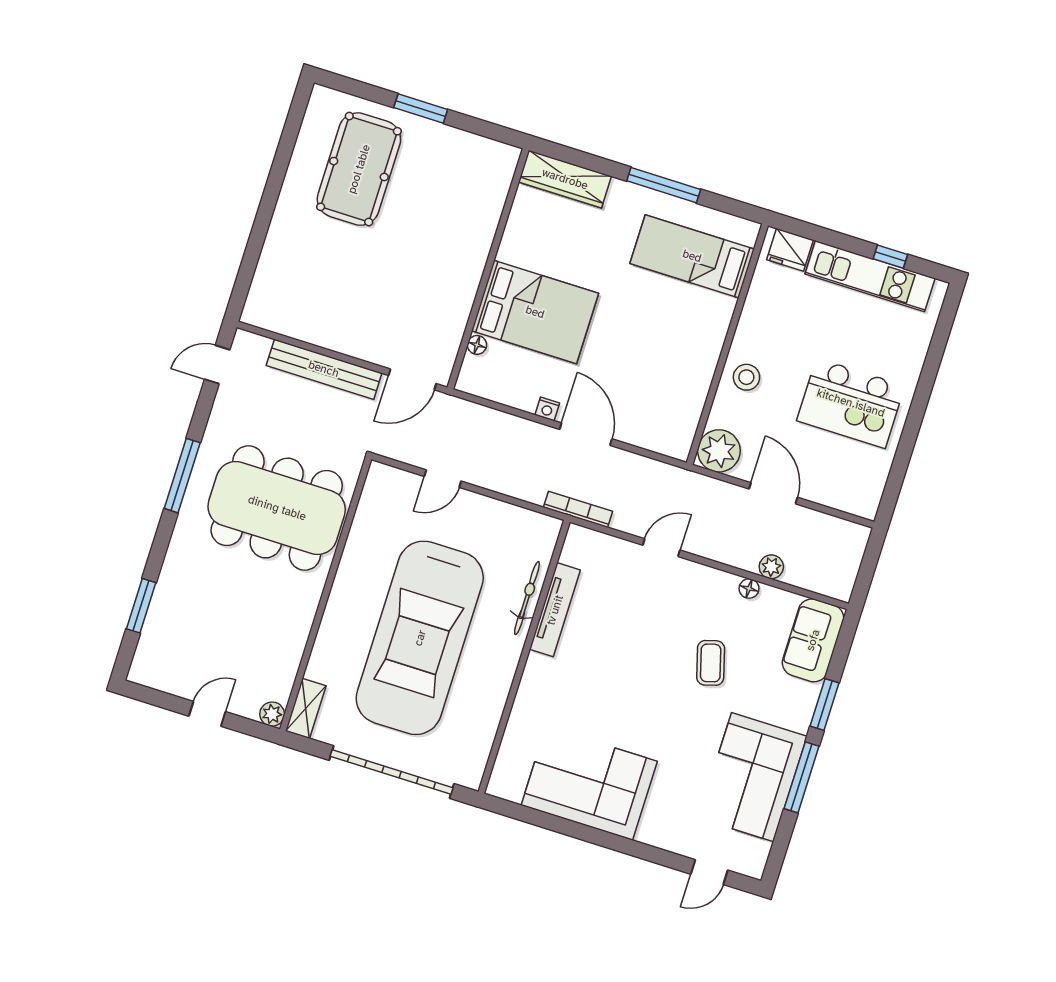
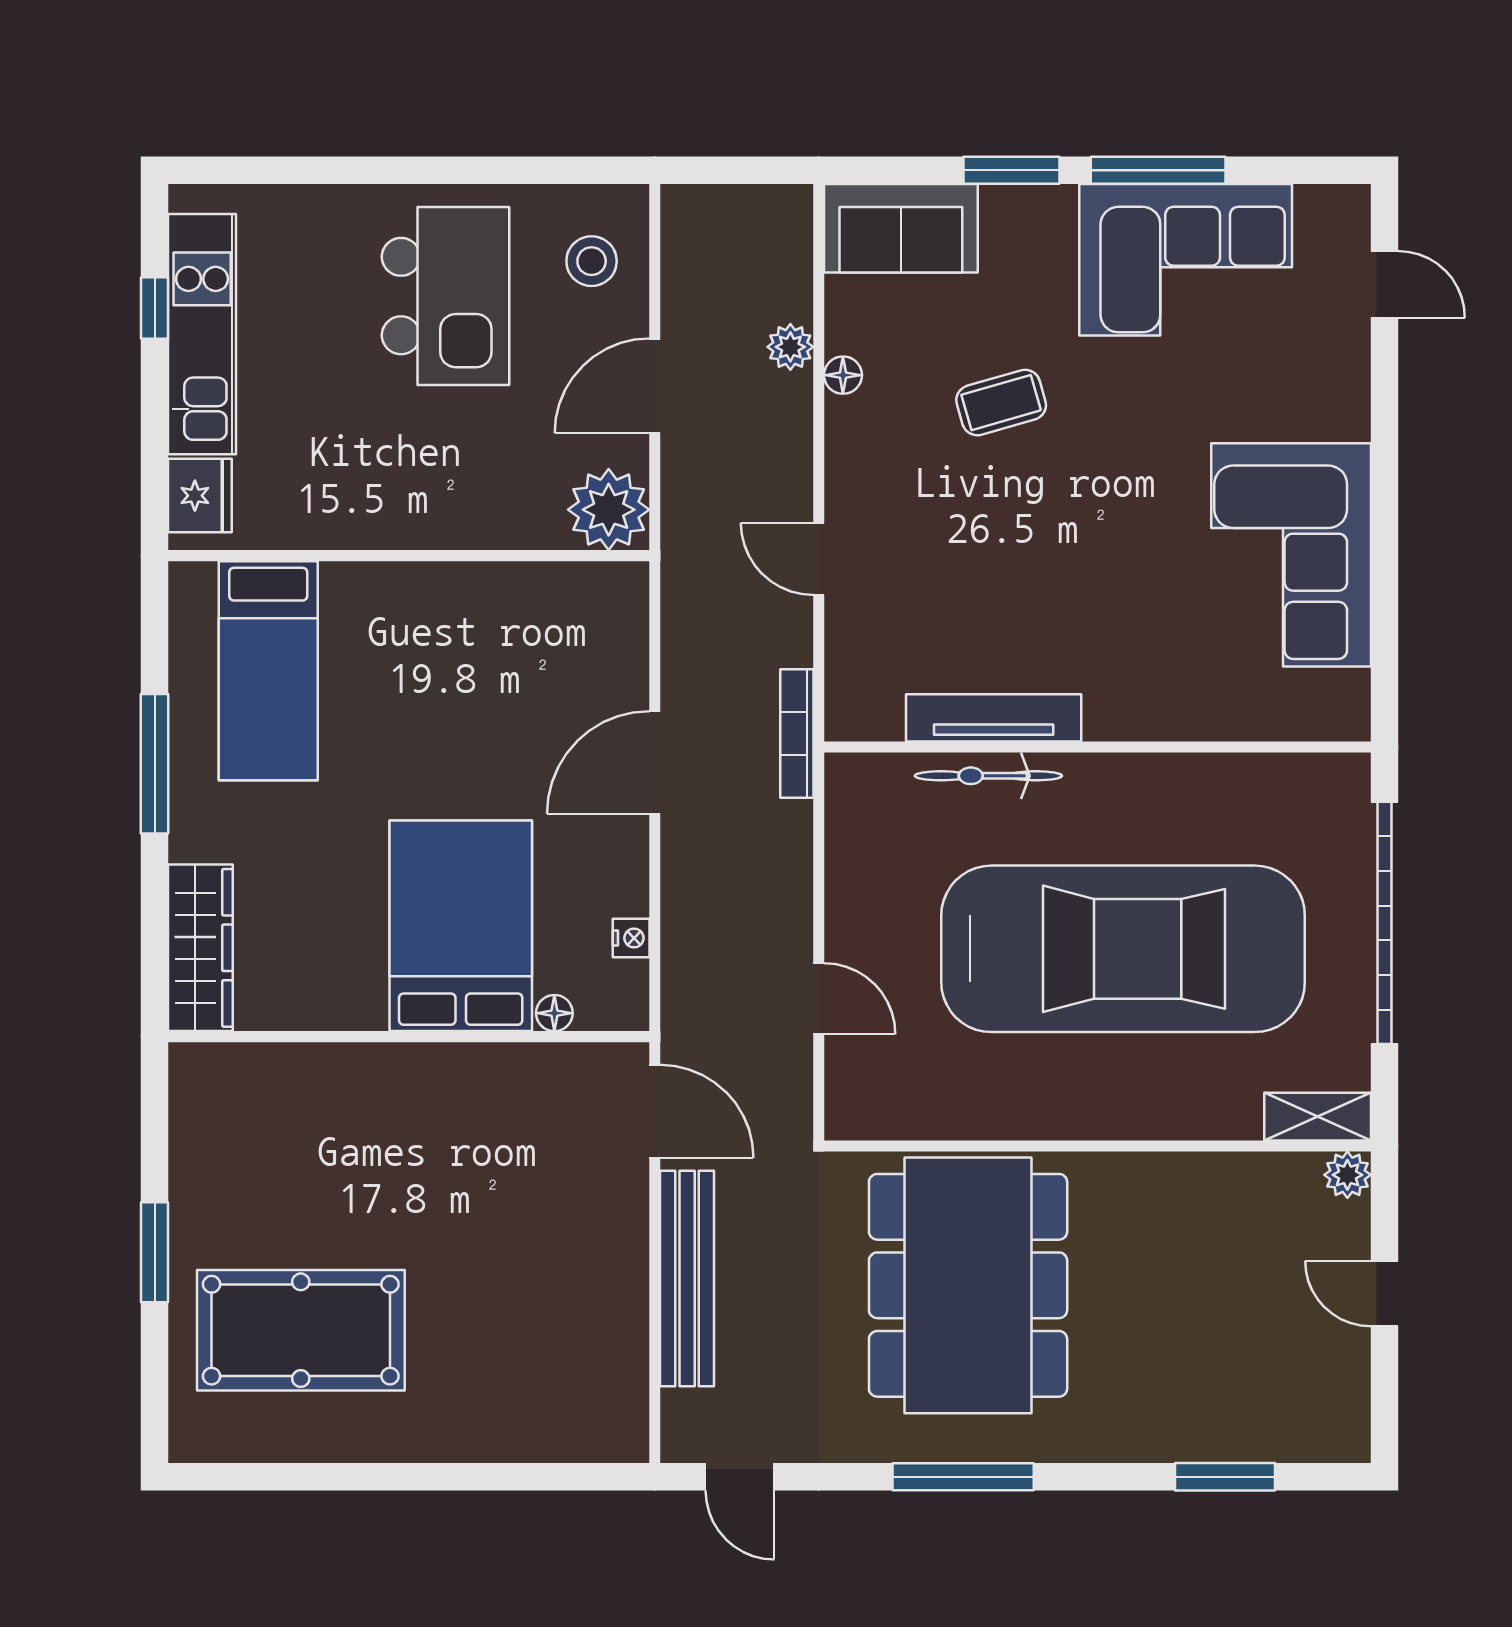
stool: (746, 377) -> (592, 261), moved
nightstand: (547, 409) -> (631, 938), moved

